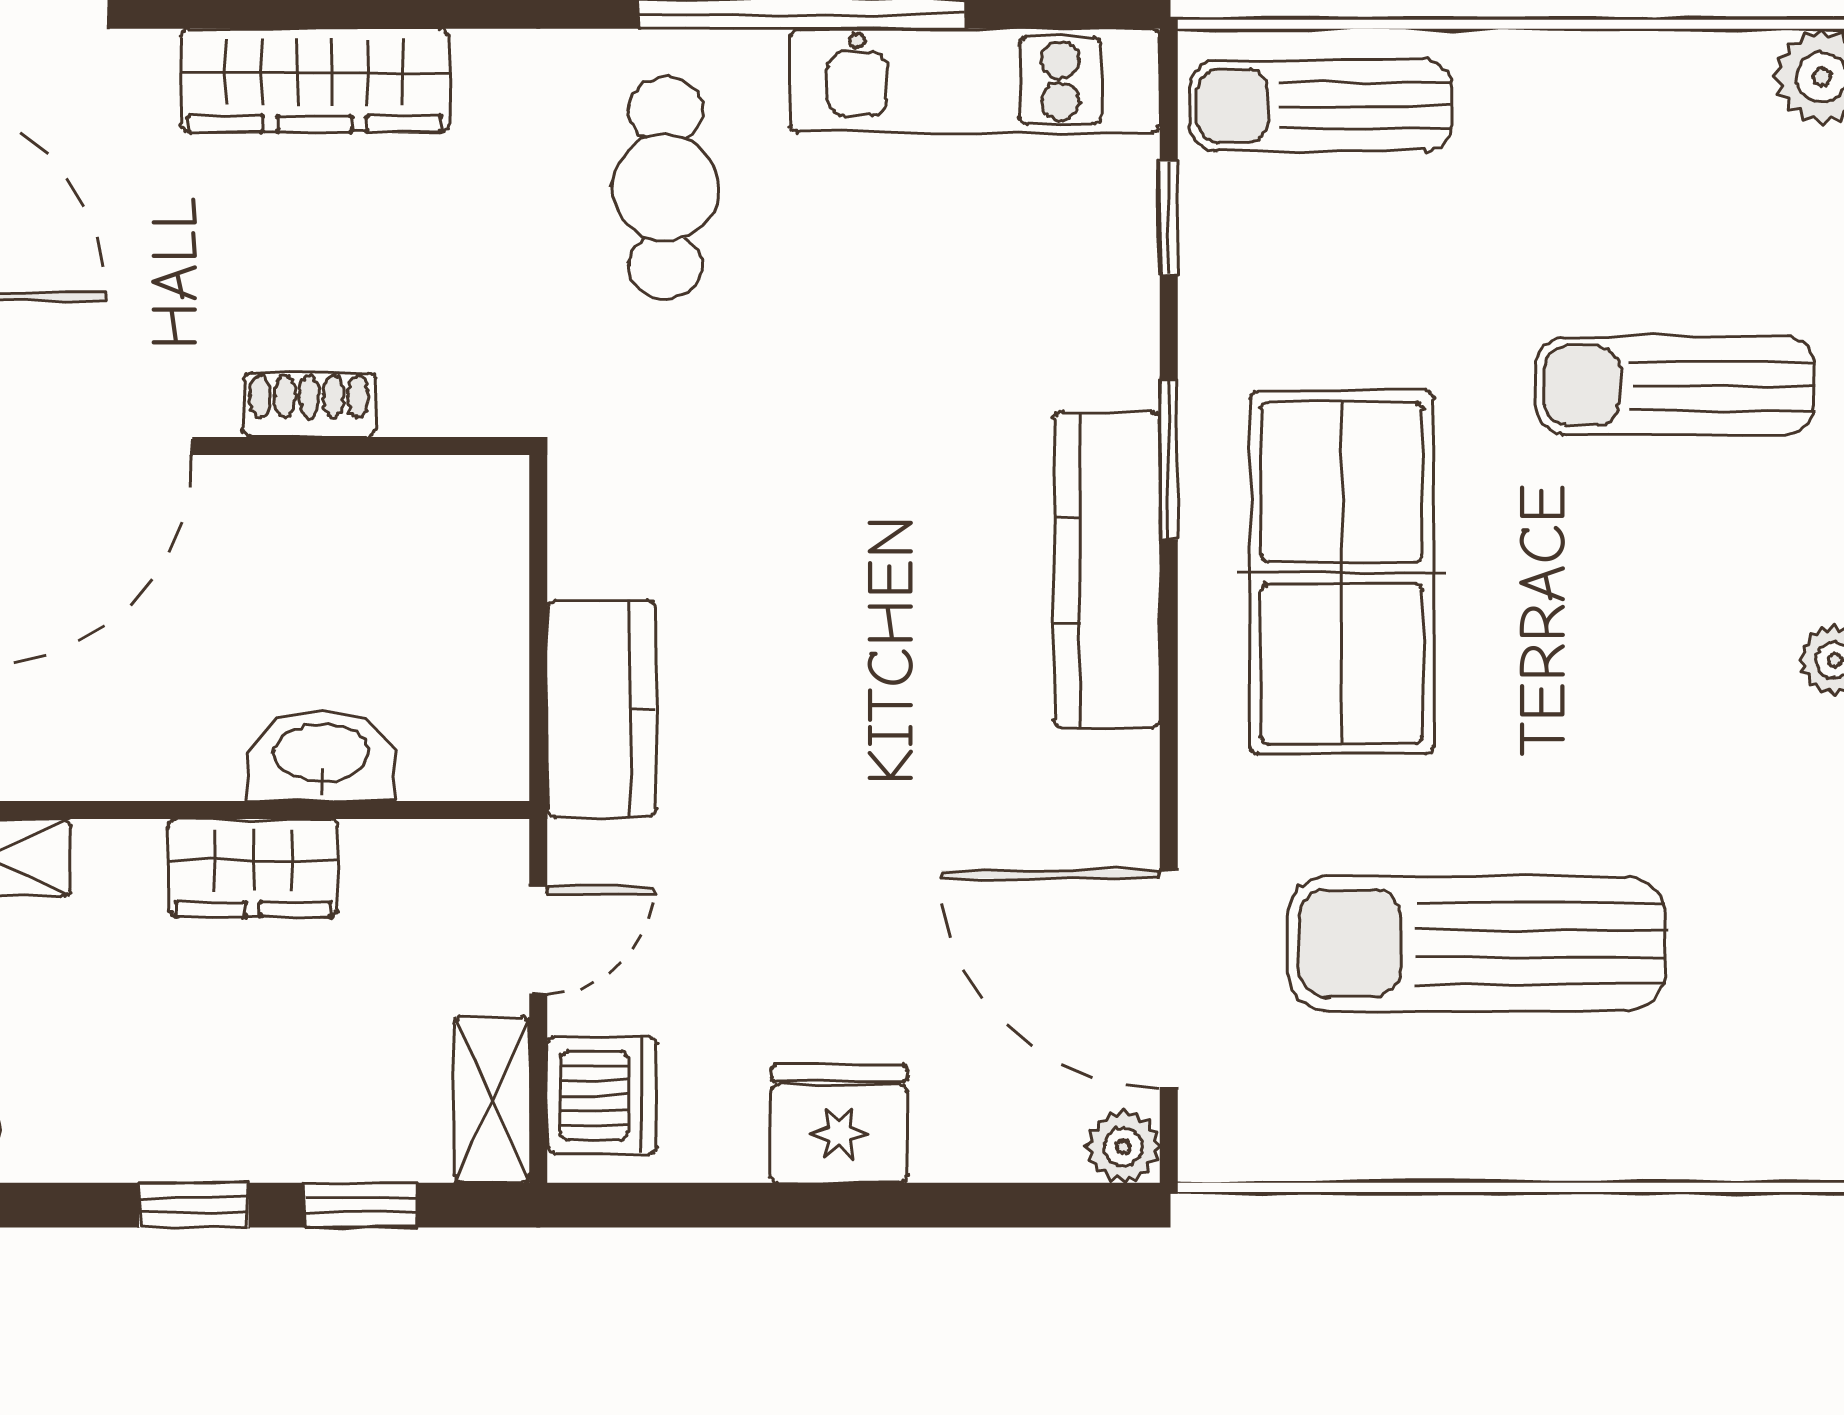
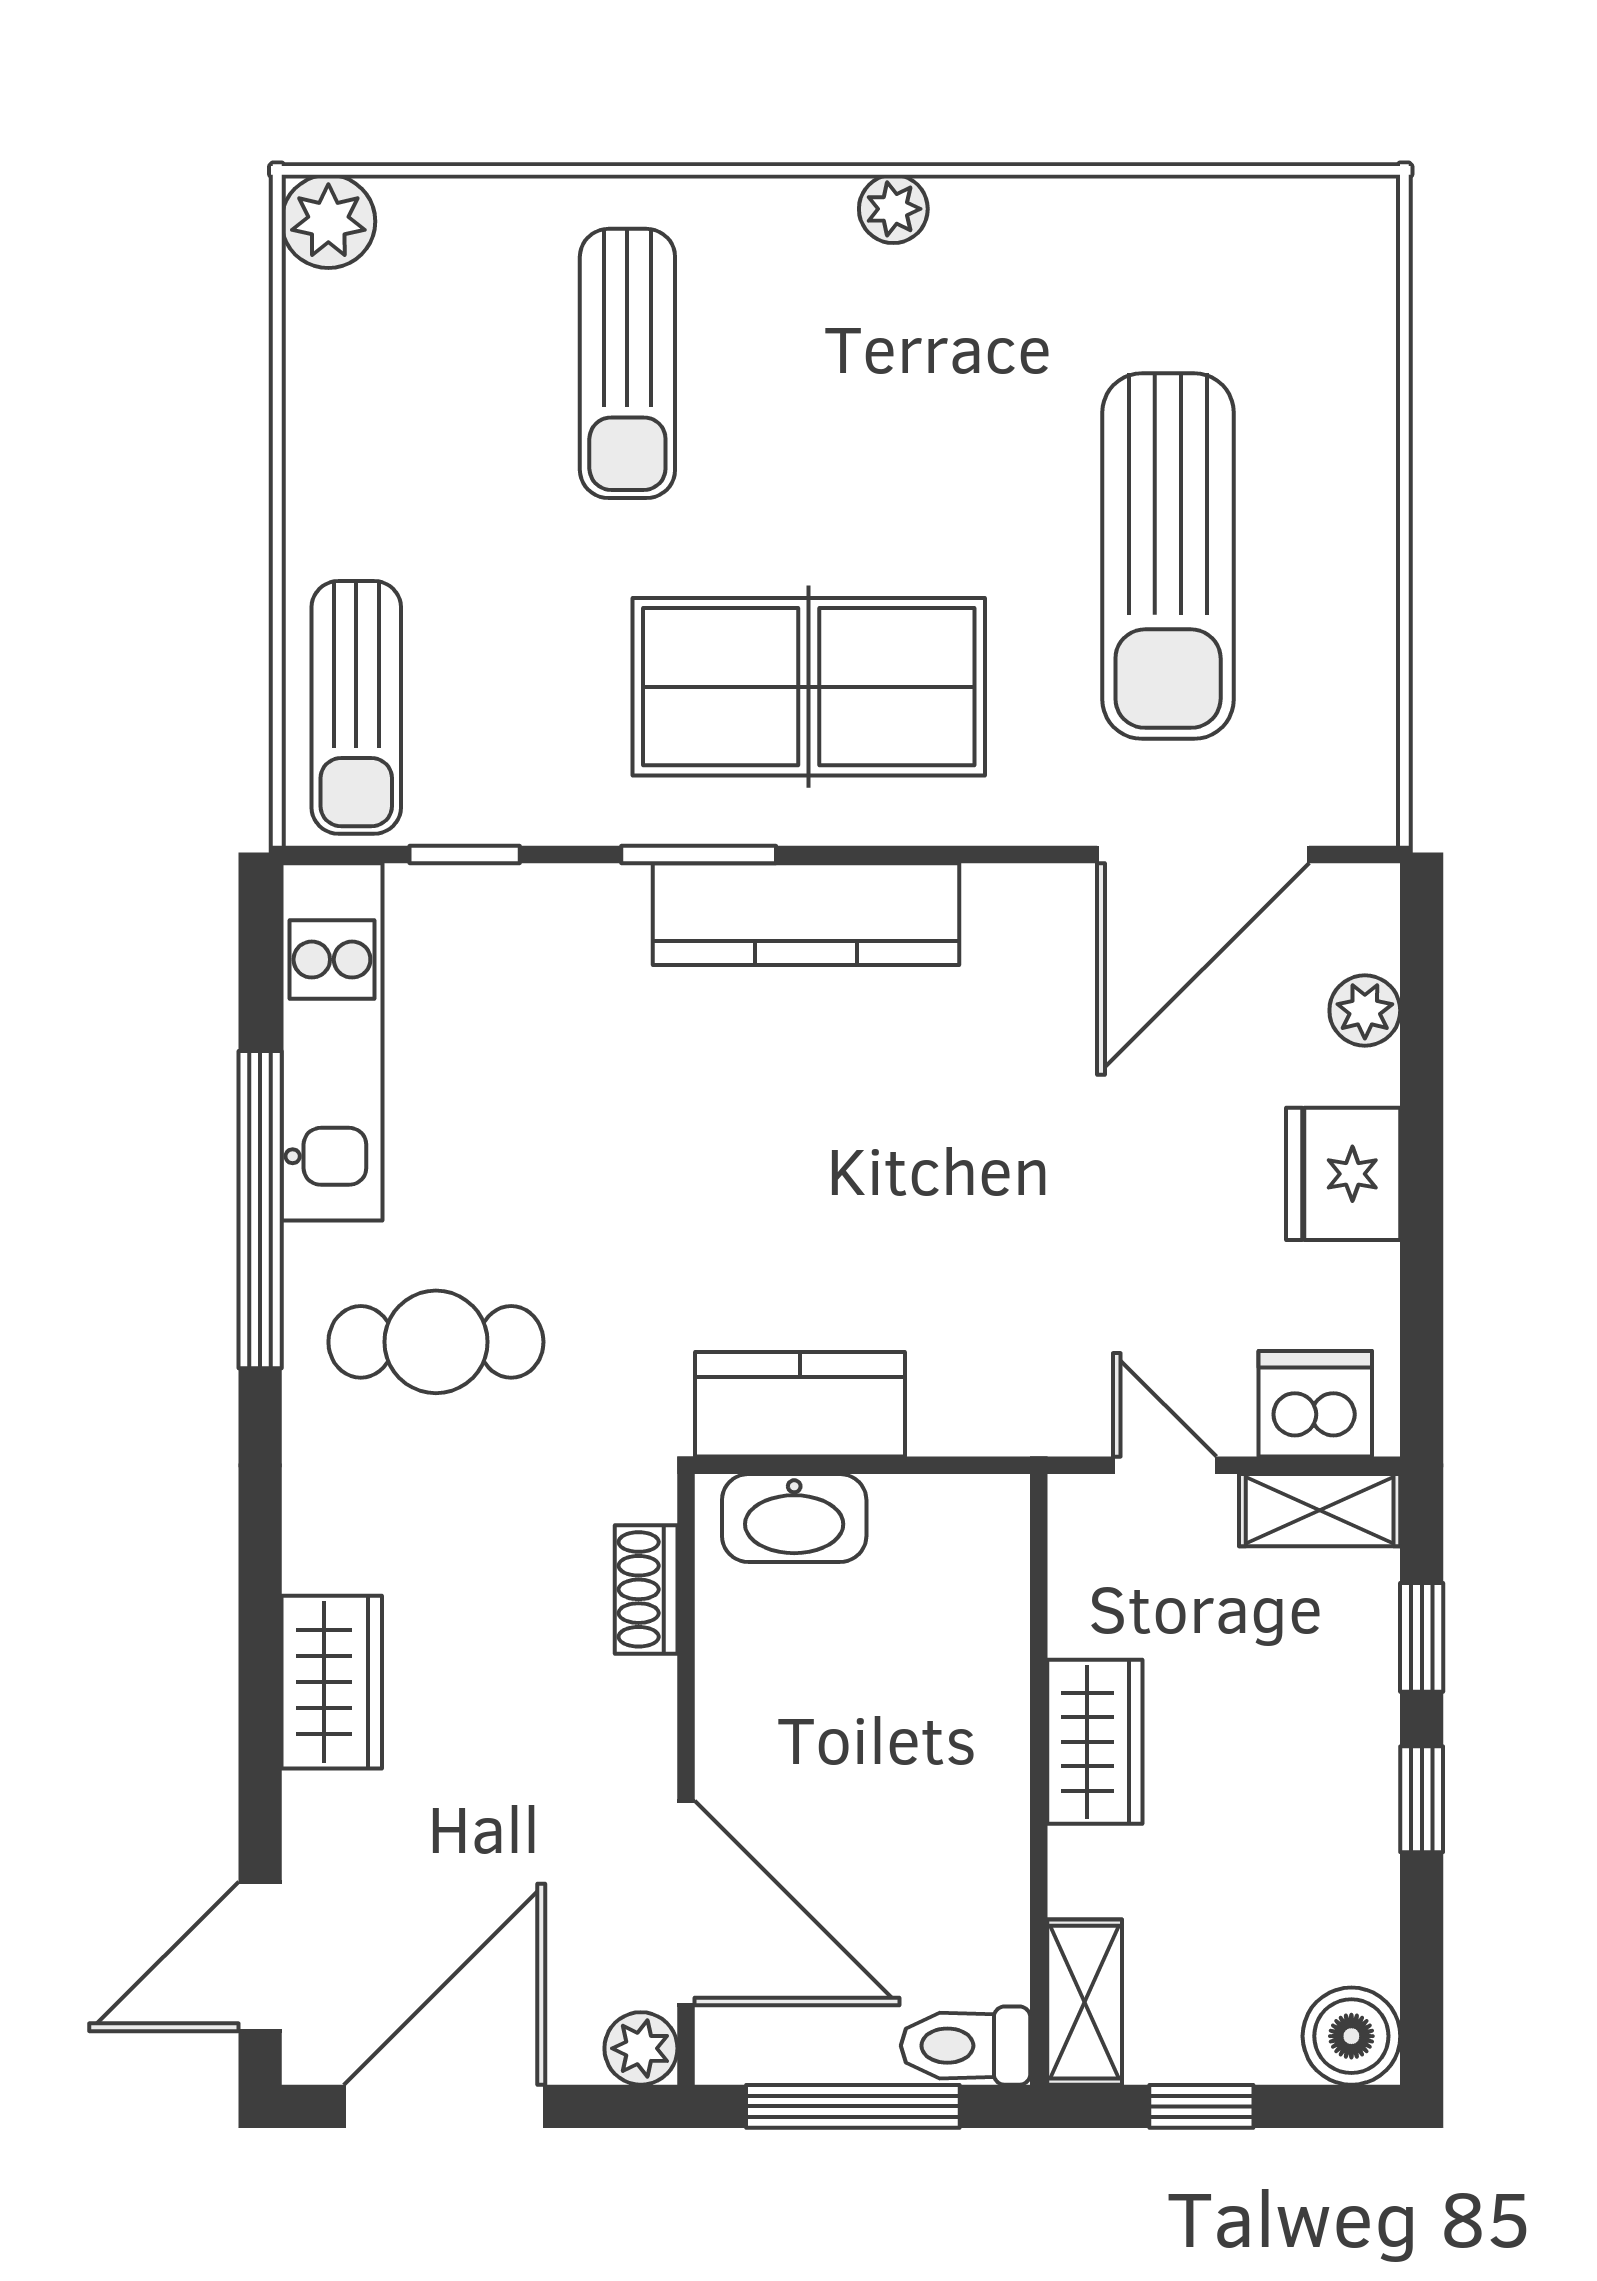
wardrobe: (315, 80) -> (332, 1682), width x0.67
shoe rack: (309, 405) -> (646, 1589), moved
kitchen counter: (601, 709) -> (800, 1404), moved
washbasin: (321, 756) -> (794, 1518), moved, turned -90
plant: (1123, 1147) -> (1365, 1010), moved

